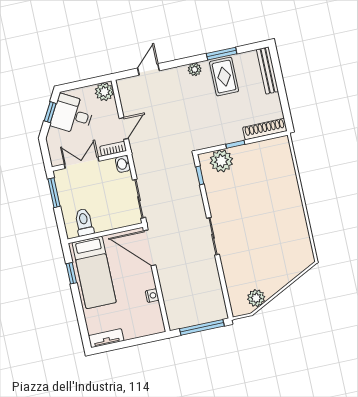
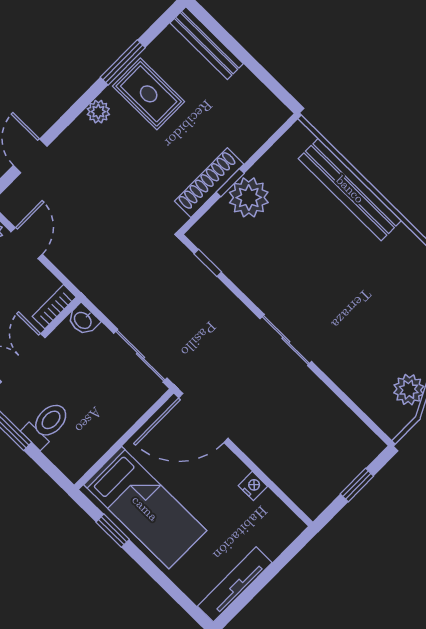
door: (124, 128) -> (27, 243), moved
shoe rack: (265, 129) -> (209, 183), moved
plant: (221, 161) -> (249, 197), moved
bench: (290, 185) -> (350, 189), added
toilet: (84, 222) -> (46, 424), moved, turned 90
window: (202, 327) -> (357, 485), width x0.46
tv unit: (106, 338) -> (235, 584), width x1.41

